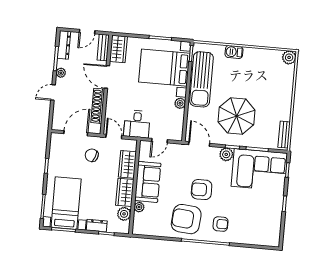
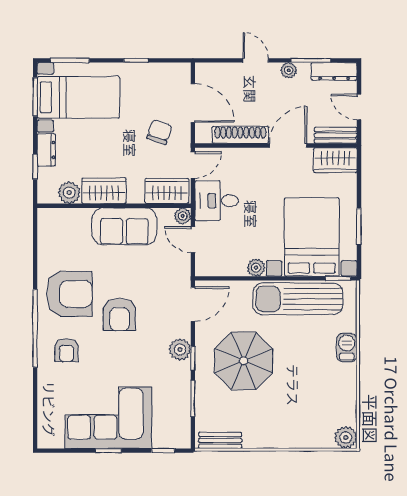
wardrobe: (127, 164) -> (167, 191), moved
corner sofa: (259, 170) -> (108, 418), moved, turned 90
armchair: (202, 190) -> (120, 315), turned 180
plant: (139, 207) -> (183, 216), moved
armchair: (186, 219) -> (70, 294), turned 85

